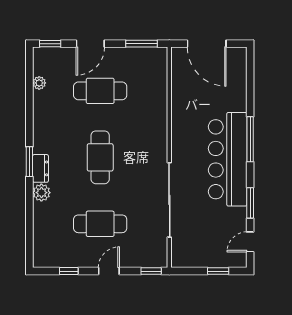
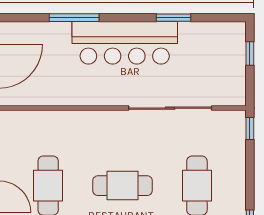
window: (250, 139) -> (74, 18), moved
door: (250, 242) -> (217, 18), removed
door: (109, 271) -> (250, 176), removed

